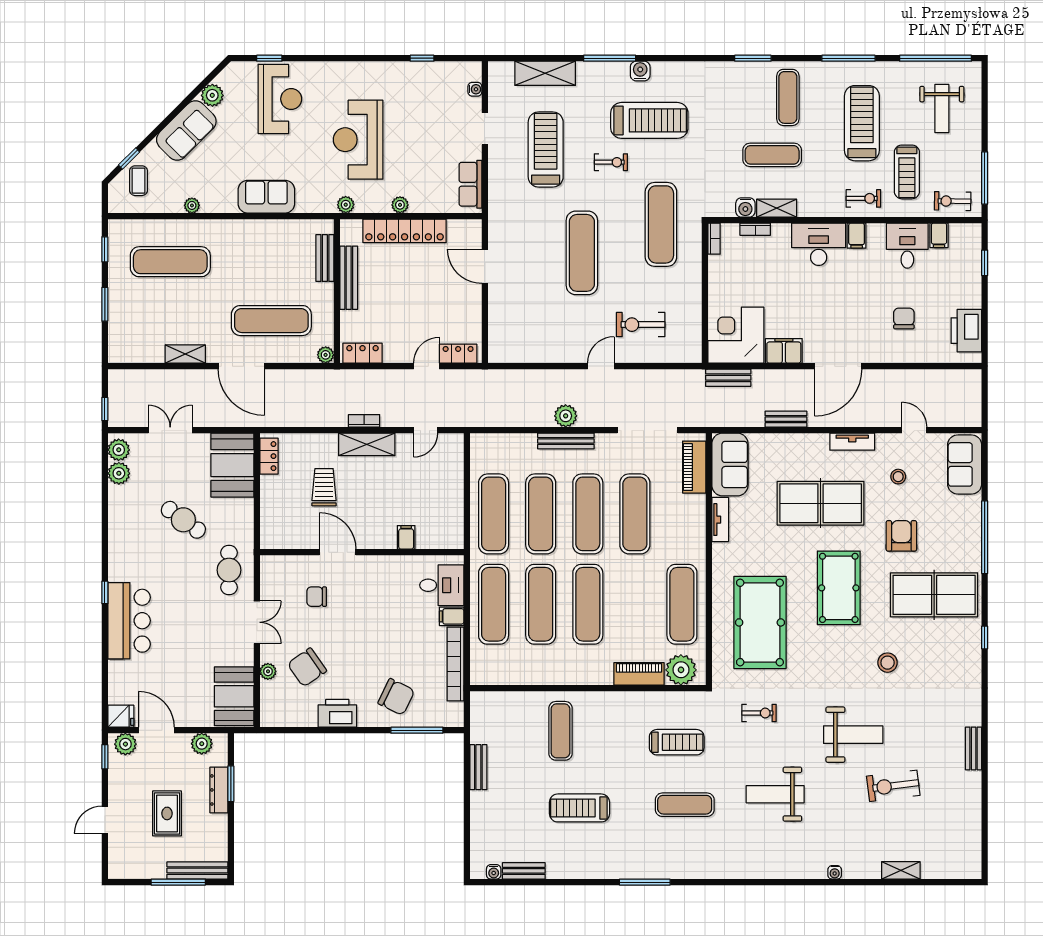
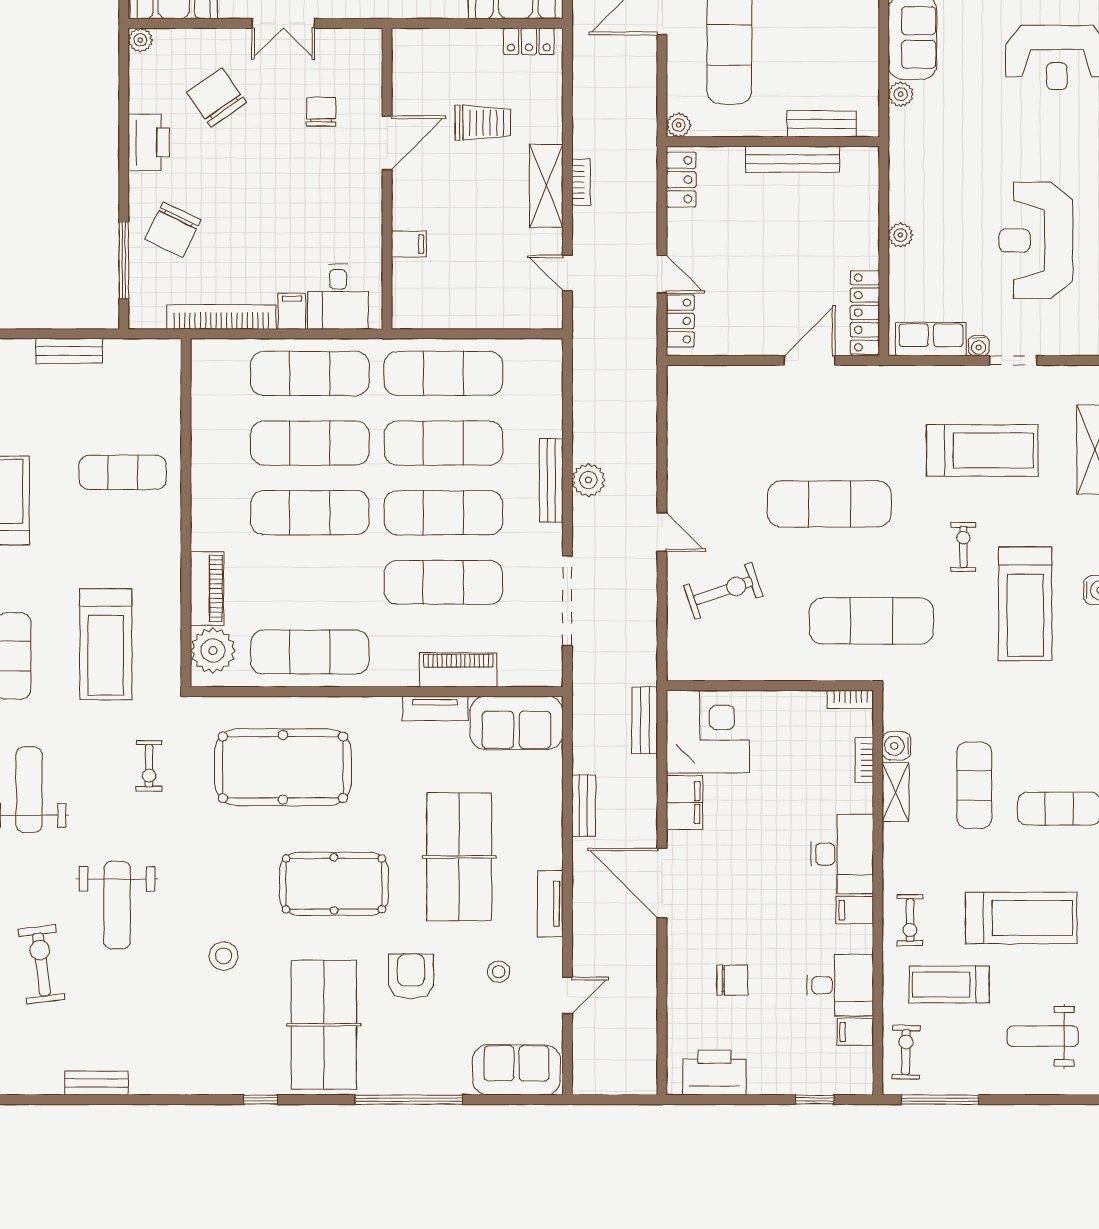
water cooler: (475, 89) -> (979, 346), moved
reception desk: (358, 140) -> (1036, 240), moved, turned -90
exercise bike: (611, 162) -> (963, 547), turned 180
plant: (346, 205) -> (901, 94), moved
locker: (405, 231) -> (865, 312), moved, width x0.71, depth x0.83
exercise bike: (641, 325) -> (723, 591), turned 71
piano: (694, 467) -> (458, 670), moved
armchair: (901, 536) -> (411, 976), turned -90
plant: (268, 671) -> (140, 40), moved
treadmill: (677, 742) -> (106, 644), width x1.37, depth x1.38

